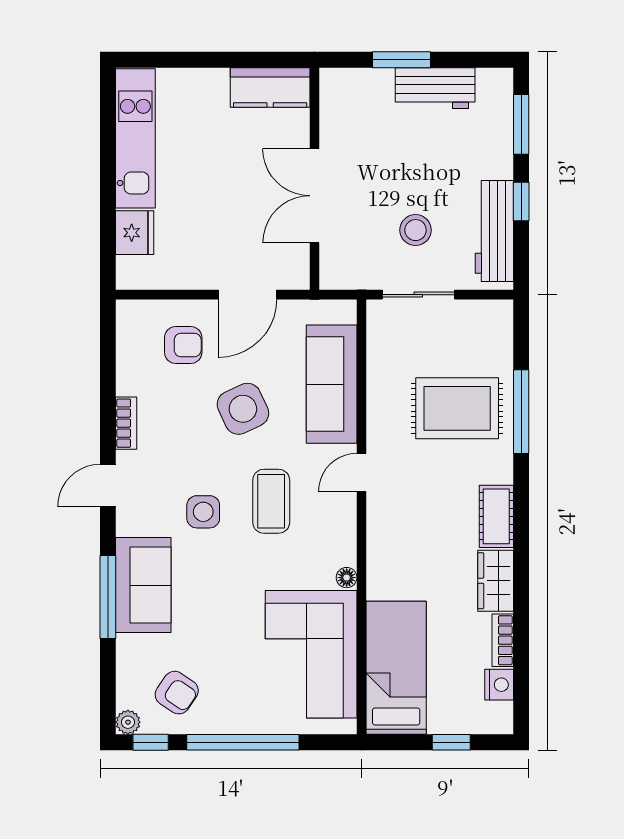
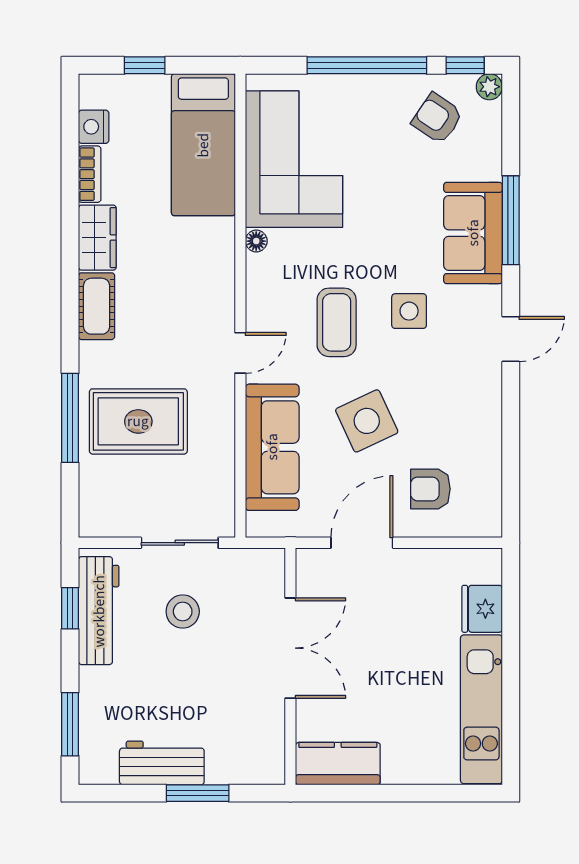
window: (521, 202) -> (70, 608), moved
bookcase: (126, 423) -> (491, 406), removed

